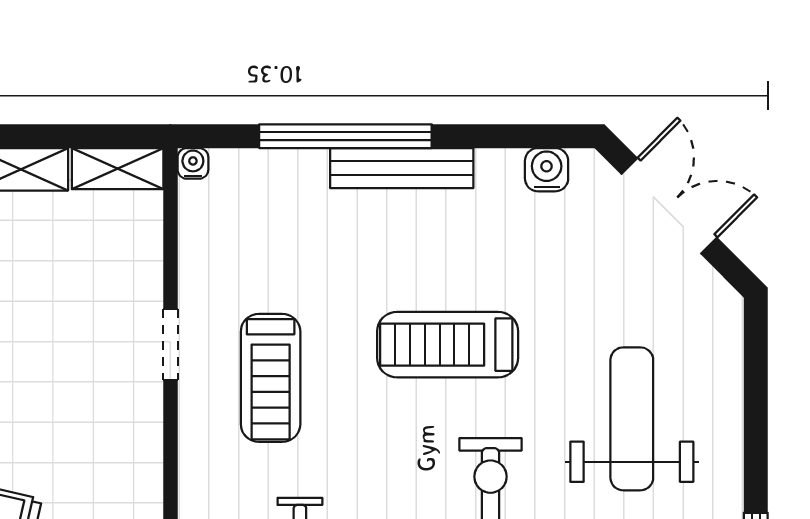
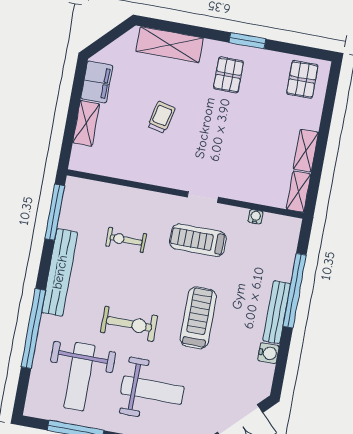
water cooler: (193, 163) -> (256, 217), moved, turned -90
water cooler: (547, 170) -> (268, 353), moved
doorway: (170, 345) -> (203, 197), moved

